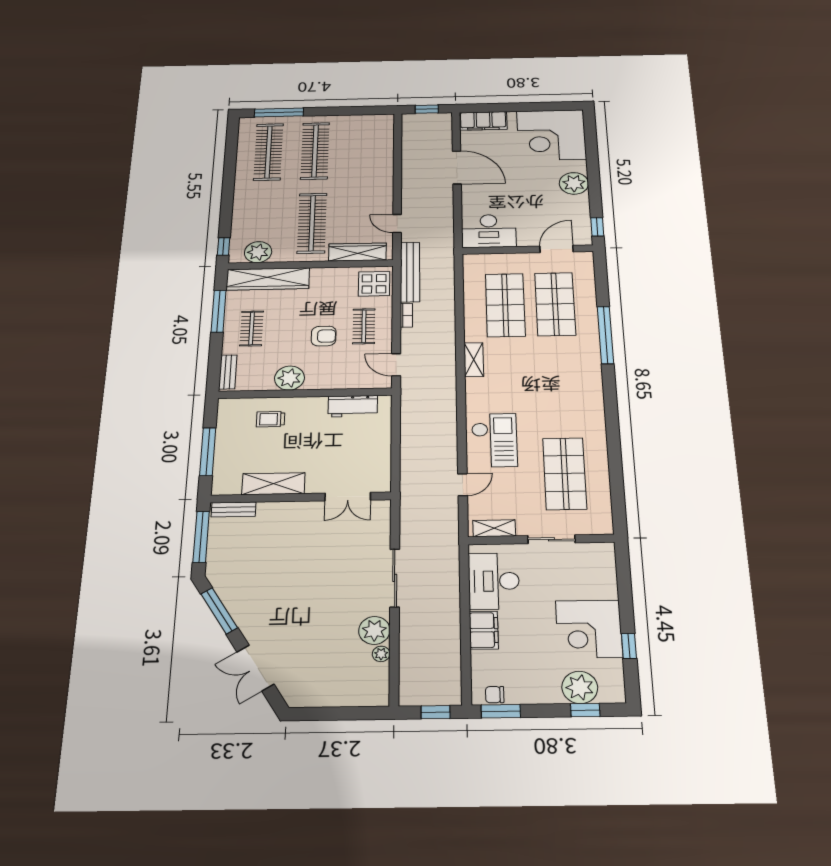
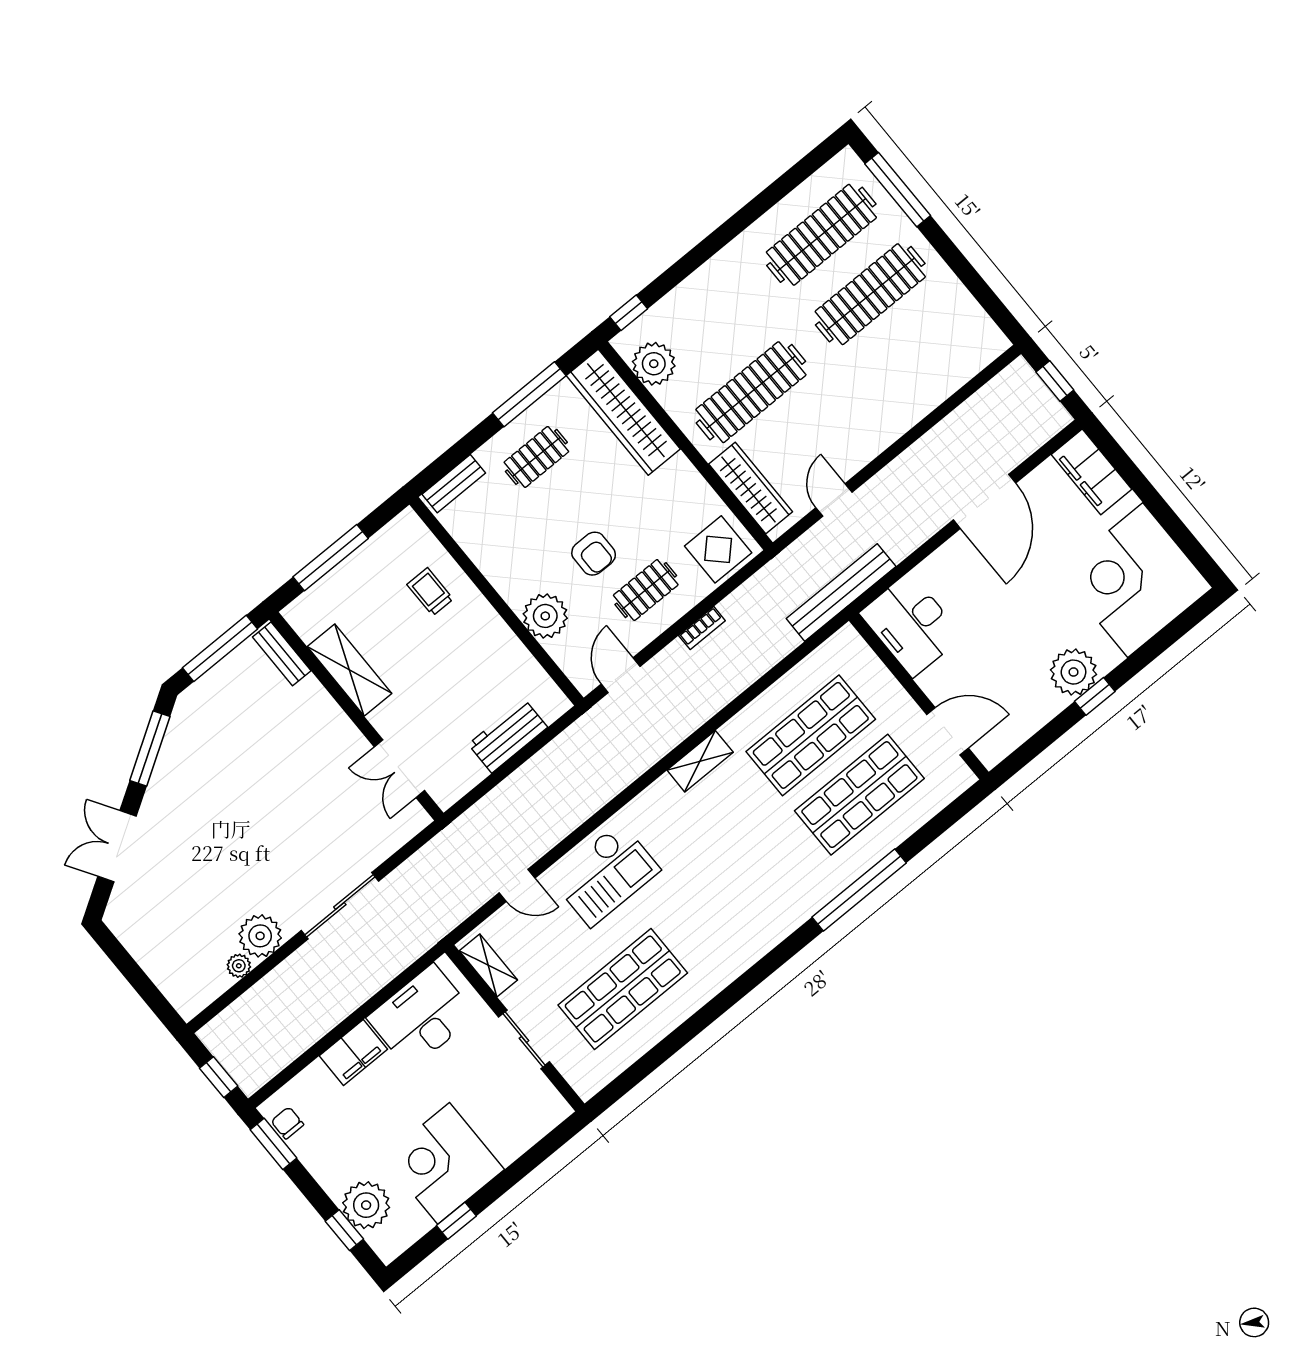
window: (597, 227) -> (1095, 696), moved
bench: (410, 272) -> (841, 592), moved
plant: (289, 378) -> (545, 616), moved
workbench: (353, 406) -> (508, 736), moved, turned 90

